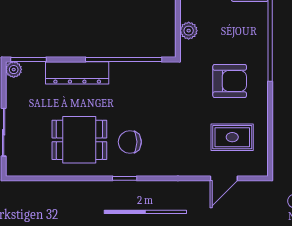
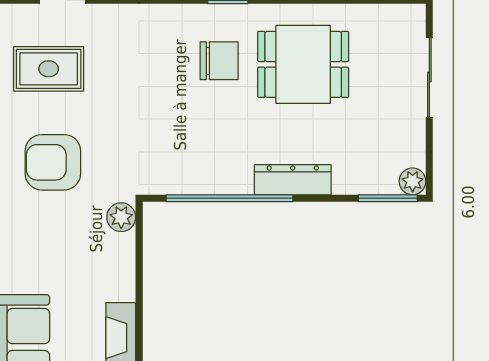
plant: (189, 31) -> (121, 217), moved
dresser: (77, 73) -> (293, 180), width x0.73, depth x0.80

